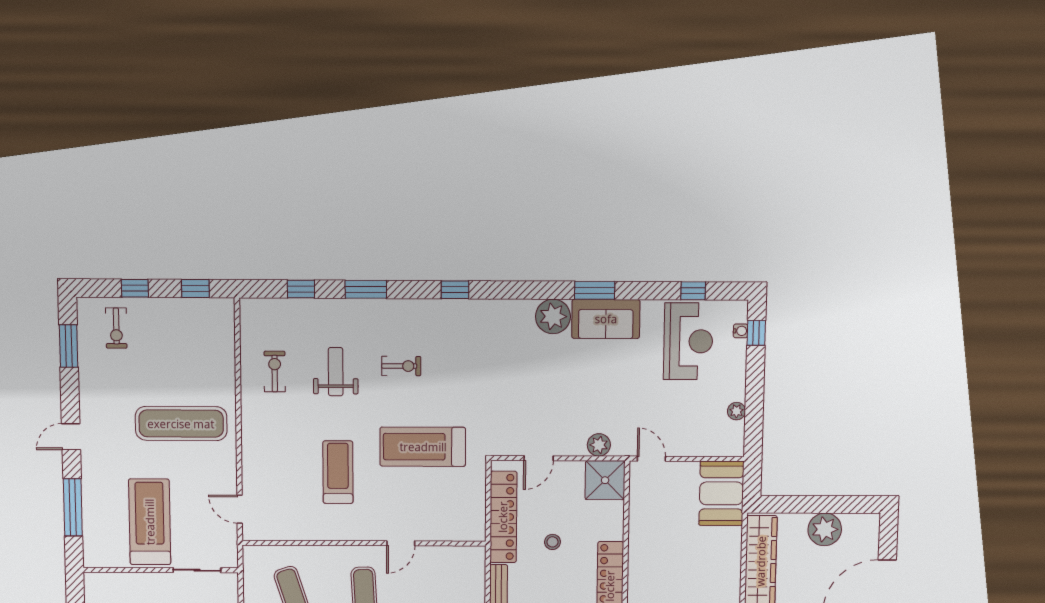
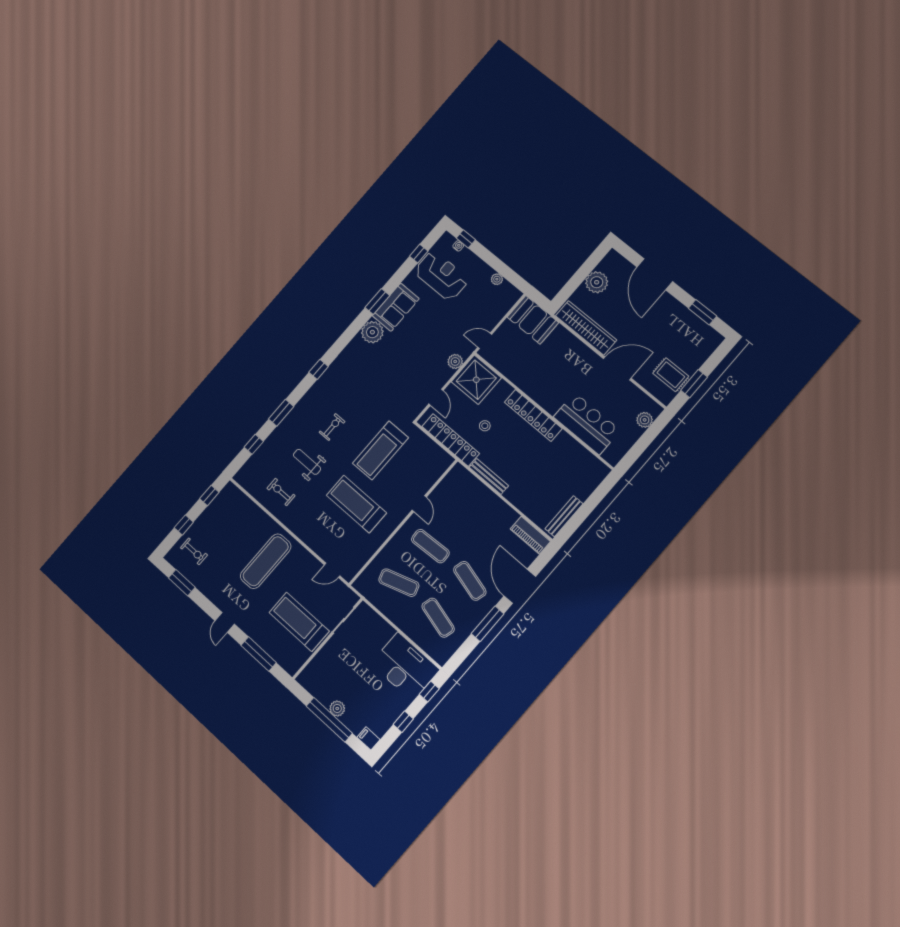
treadmill: (338, 472) -> (356, 504), width x1.37, depth x1.38
shower: (605, 480) -> (476, 380), width x1.37, depth x1.37

